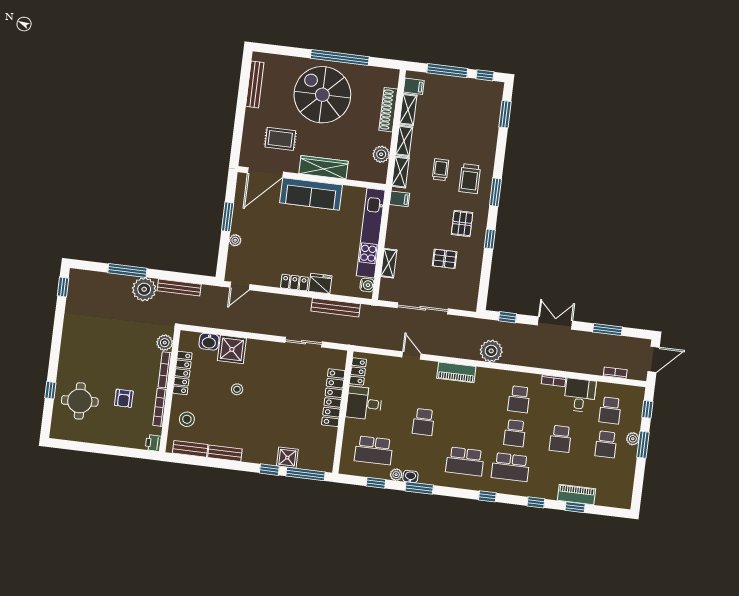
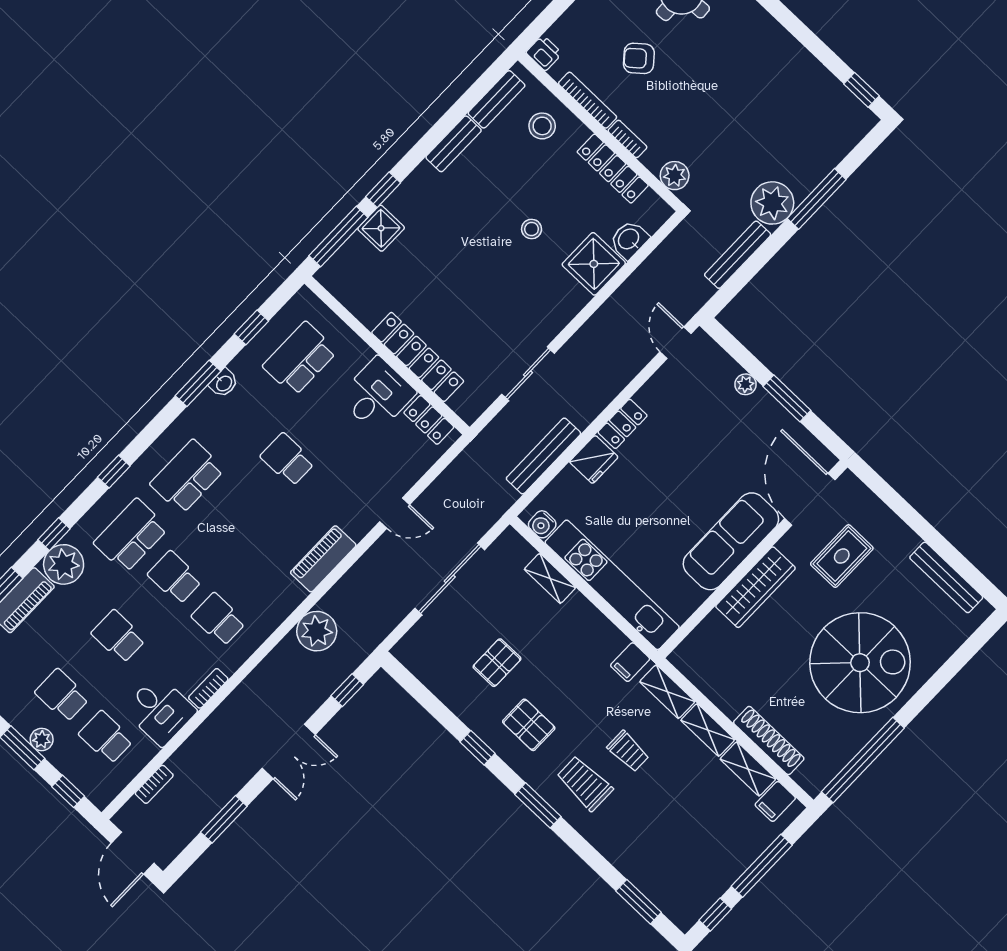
window: (340, 57) -> (863, 760), moved
plant: (381, 154) -> (713, 683), removed
bookcase: (165, 370) -> (627, 139), width x0.64
armchair: (124, 398) -> (639, 58), turned -40
plant: (396, 475) -> (64, 564), moved, width x1.88, depth x1.88

